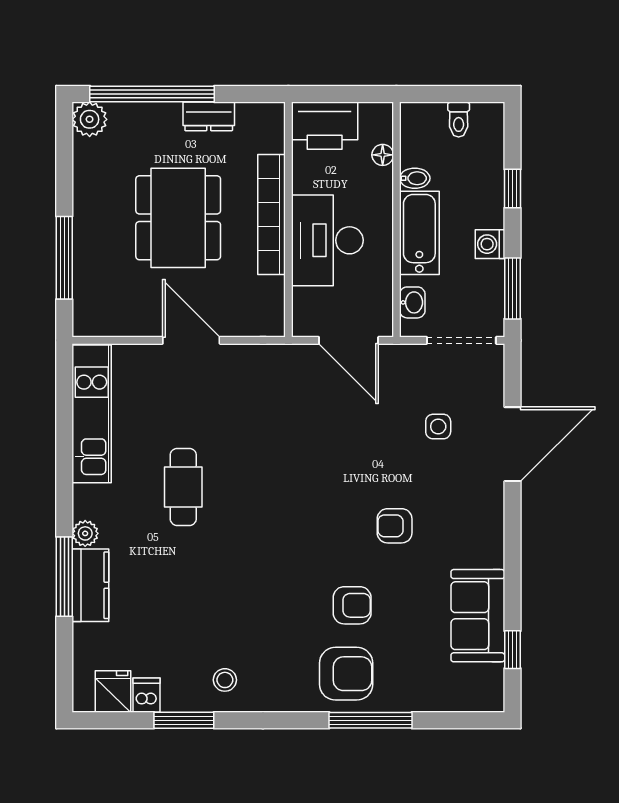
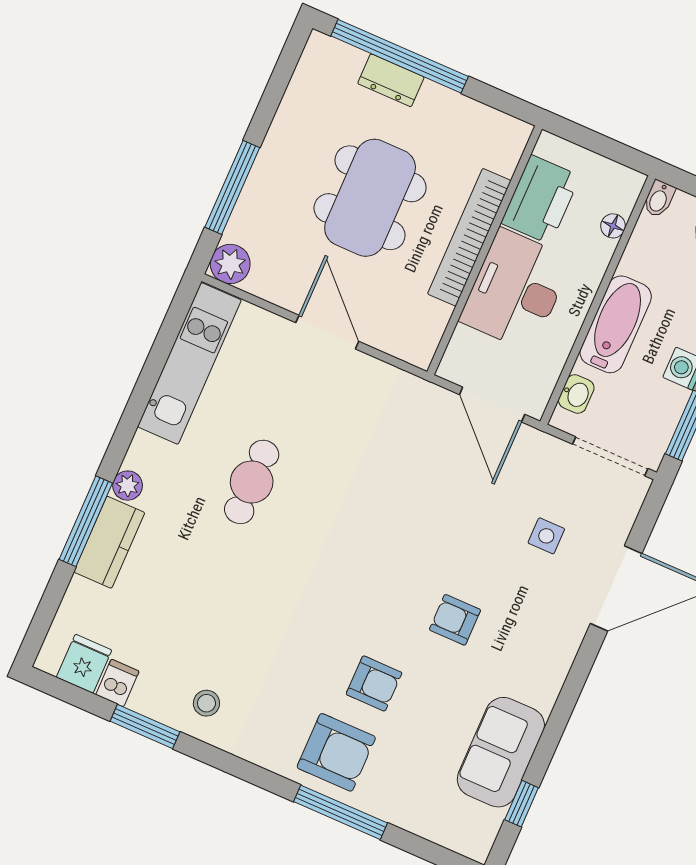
dresser: (209, 116) -> (391, 80), moved
plant: (90, 119) -> (230, 264), moved
printer: (325, 126) -> (541, 200), moved, turned -90
bidet: (415, 178) -> (659, 199), moved, turned 90

